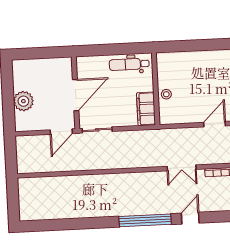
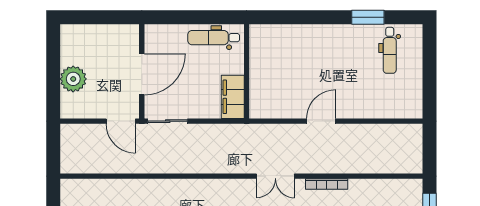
stool: (166, 94) -> (260, 79), removed
door: (61, 132) -> (121, 121), hinge flipped

